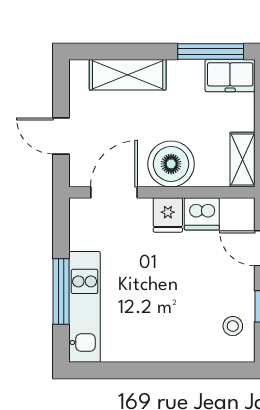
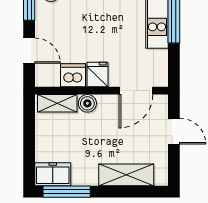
shelving: (243, 160) -> (57, 103), moved, turned 90
boiler: (171, 164) -> (87, 103), width x0.54, depth x0.54

